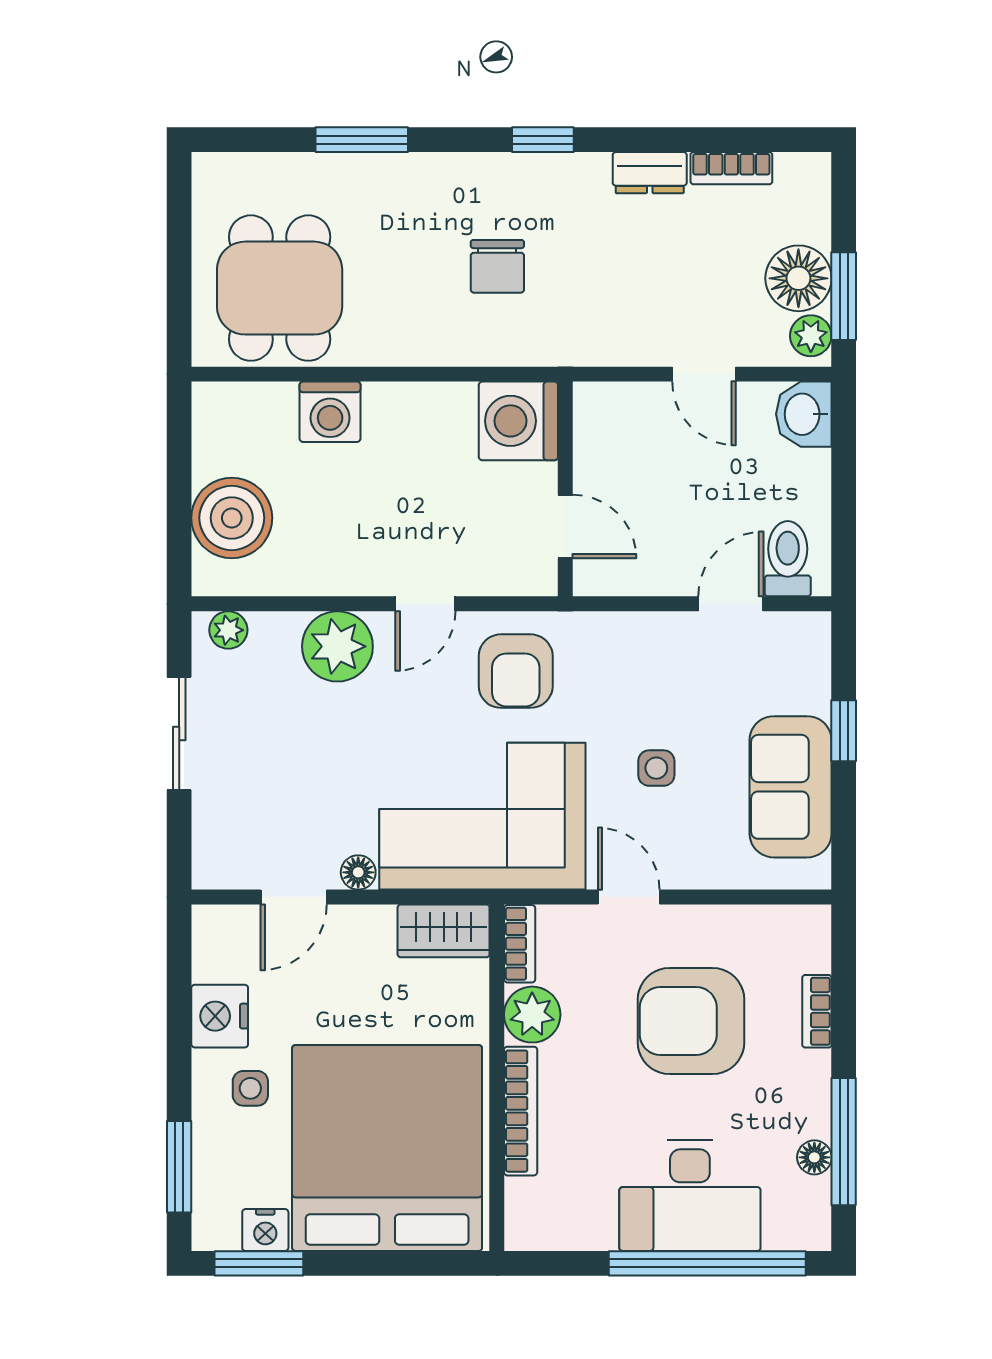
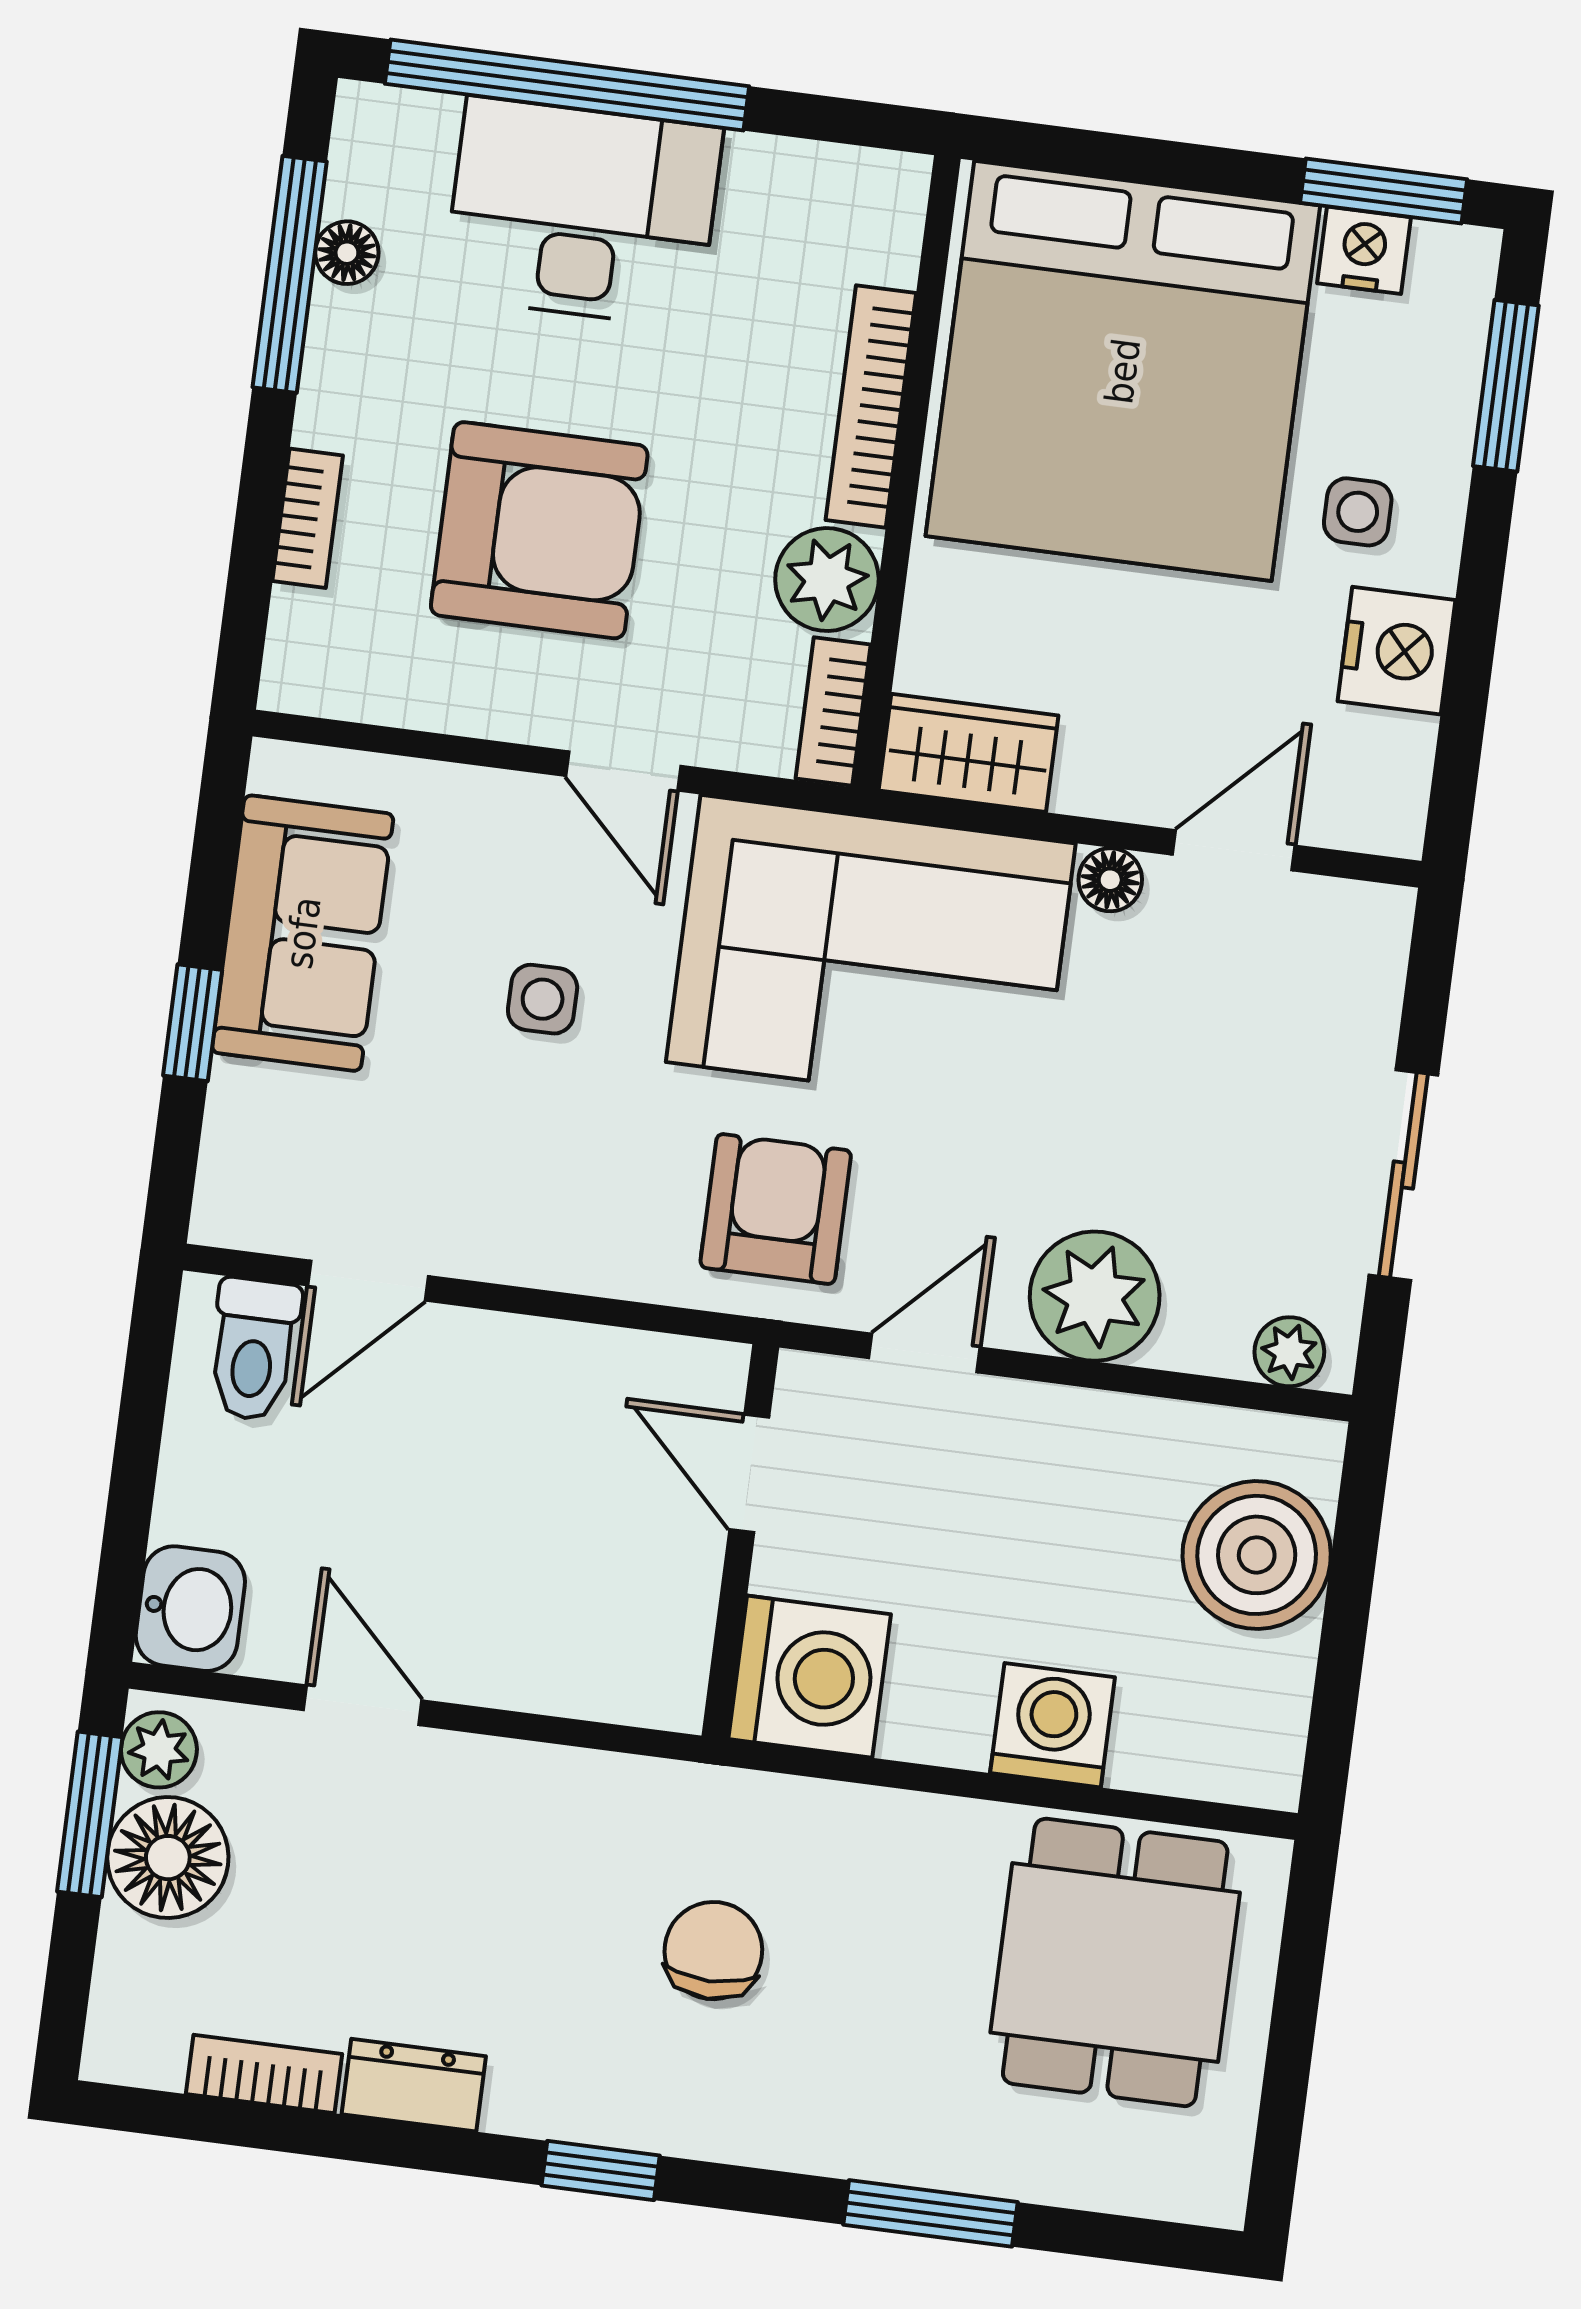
washing machine: (518, 421) -> (810, 1677), moved
wall: (565, 489) -> (740, 1542), moved
door: (565, 526) -> (749, 1473), moved

